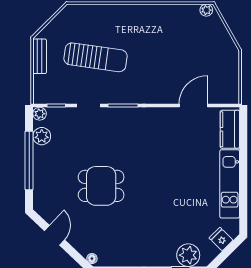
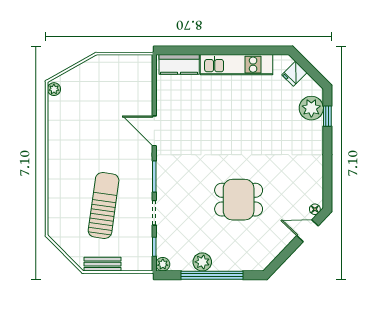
door: (193, 106) -> (154, 131), moved
plant: (42, 136) -> (202, 262), moved
dining table: (101, 186) -> (239, 200), turned 90
door: (54, 235) -> (308, 231), moved

